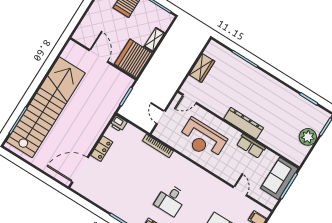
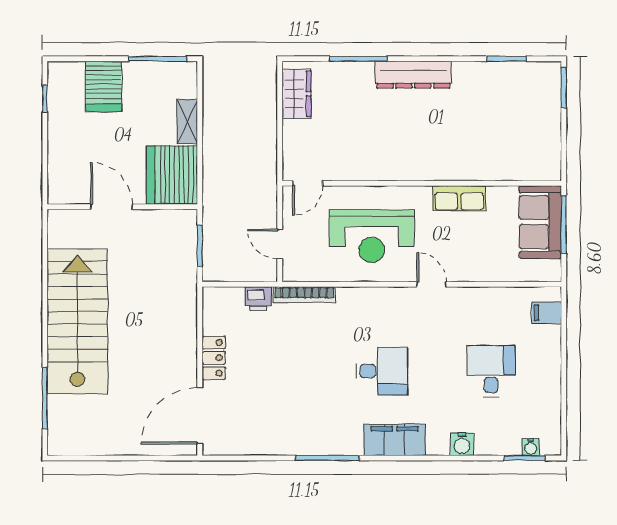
wardrobe: (202, 68) -> (296, 94), moved
stairs: (46, 107) -> (77, 321), width x0.73
dresser: (244, 123) -> (413, 75), moved, turned 180
printer: (118, 124) -> (258, 299), moved
plant: (308, 137) -> (545, 123), removed
door: (240, 191) -> (432, 284), moved
desk: (171, 200) -> (382, 371), turned -90

